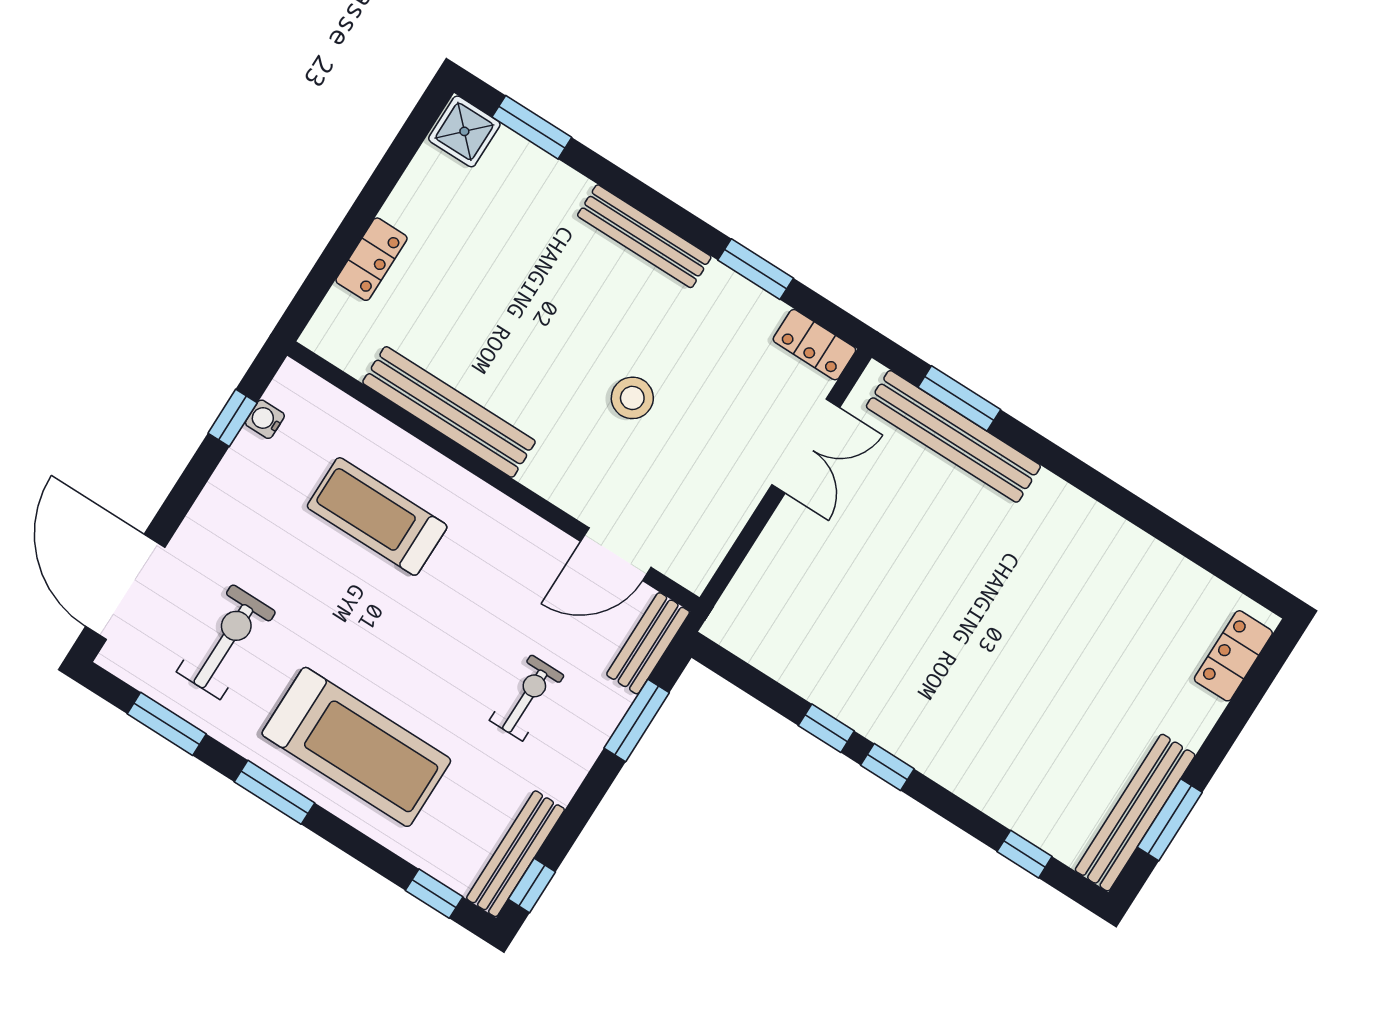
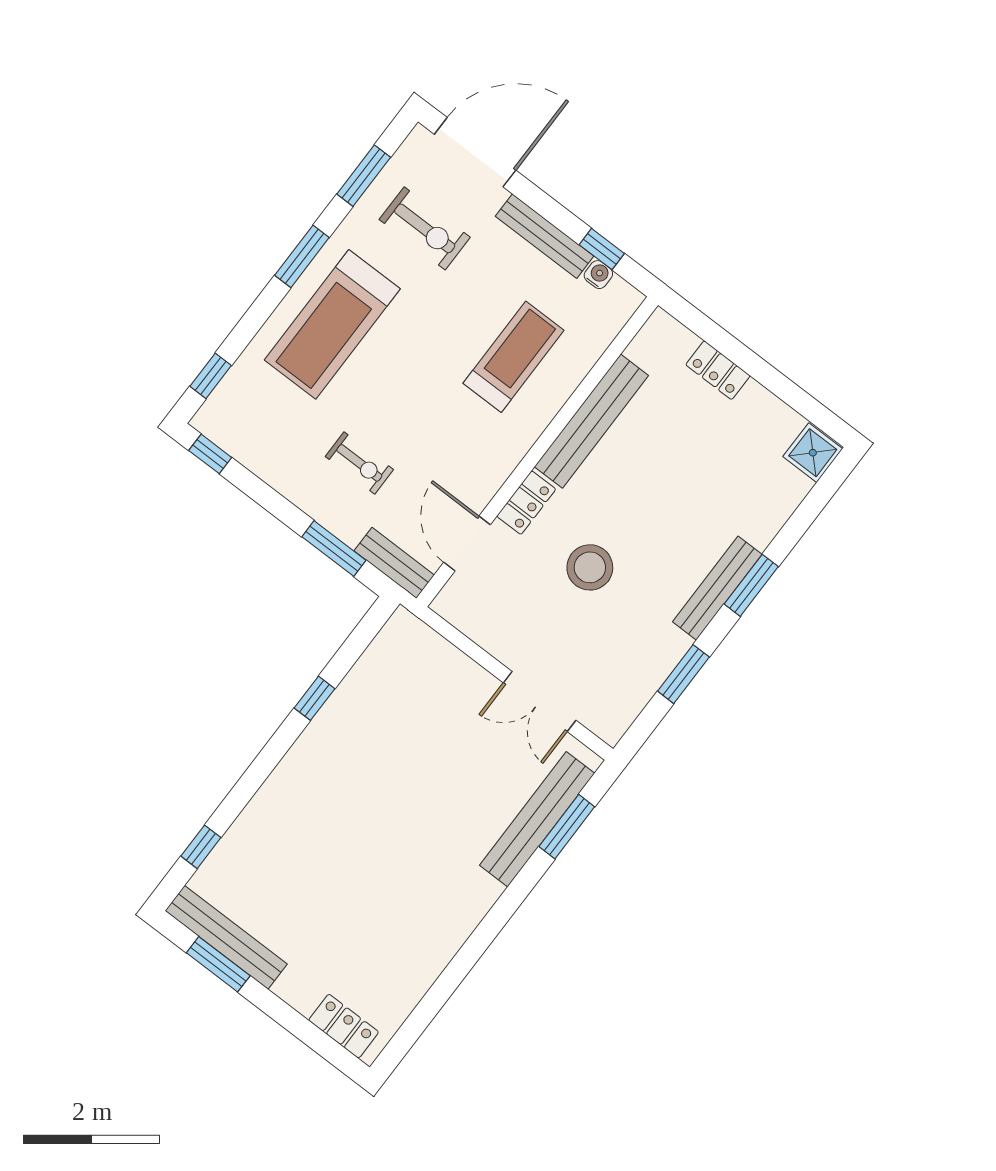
window: (532, 127) -> (751, 585), moved
locker: (814, 345) -> (526, 503), moved, turned 180
stool: (632, 398) -> (590, 567), width x1.38, depth x1.38
window: (887, 767) -> (280, 744), removed
bench: (515, 854) -> (545, 236), moved

